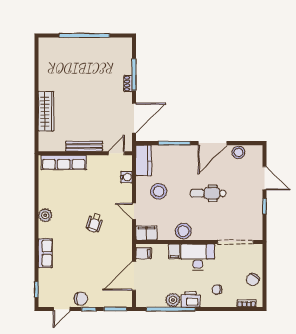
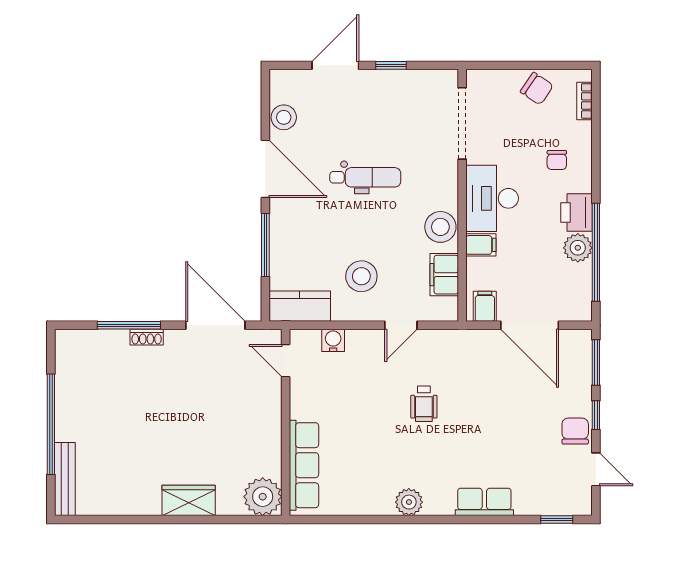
wardrobe: (46, 111) -> (189, 500), width x0.67
plant: (48, 142) -> (263, 497), added
bench: (84, 146) -> (65, 479), moved
dental chair: (208, 193) -> (365, 177), turned -90
wheelchair: (95, 223) -> (424, 404), turned 71
filing cabinet: (146, 233) -> (444, 275), moved

